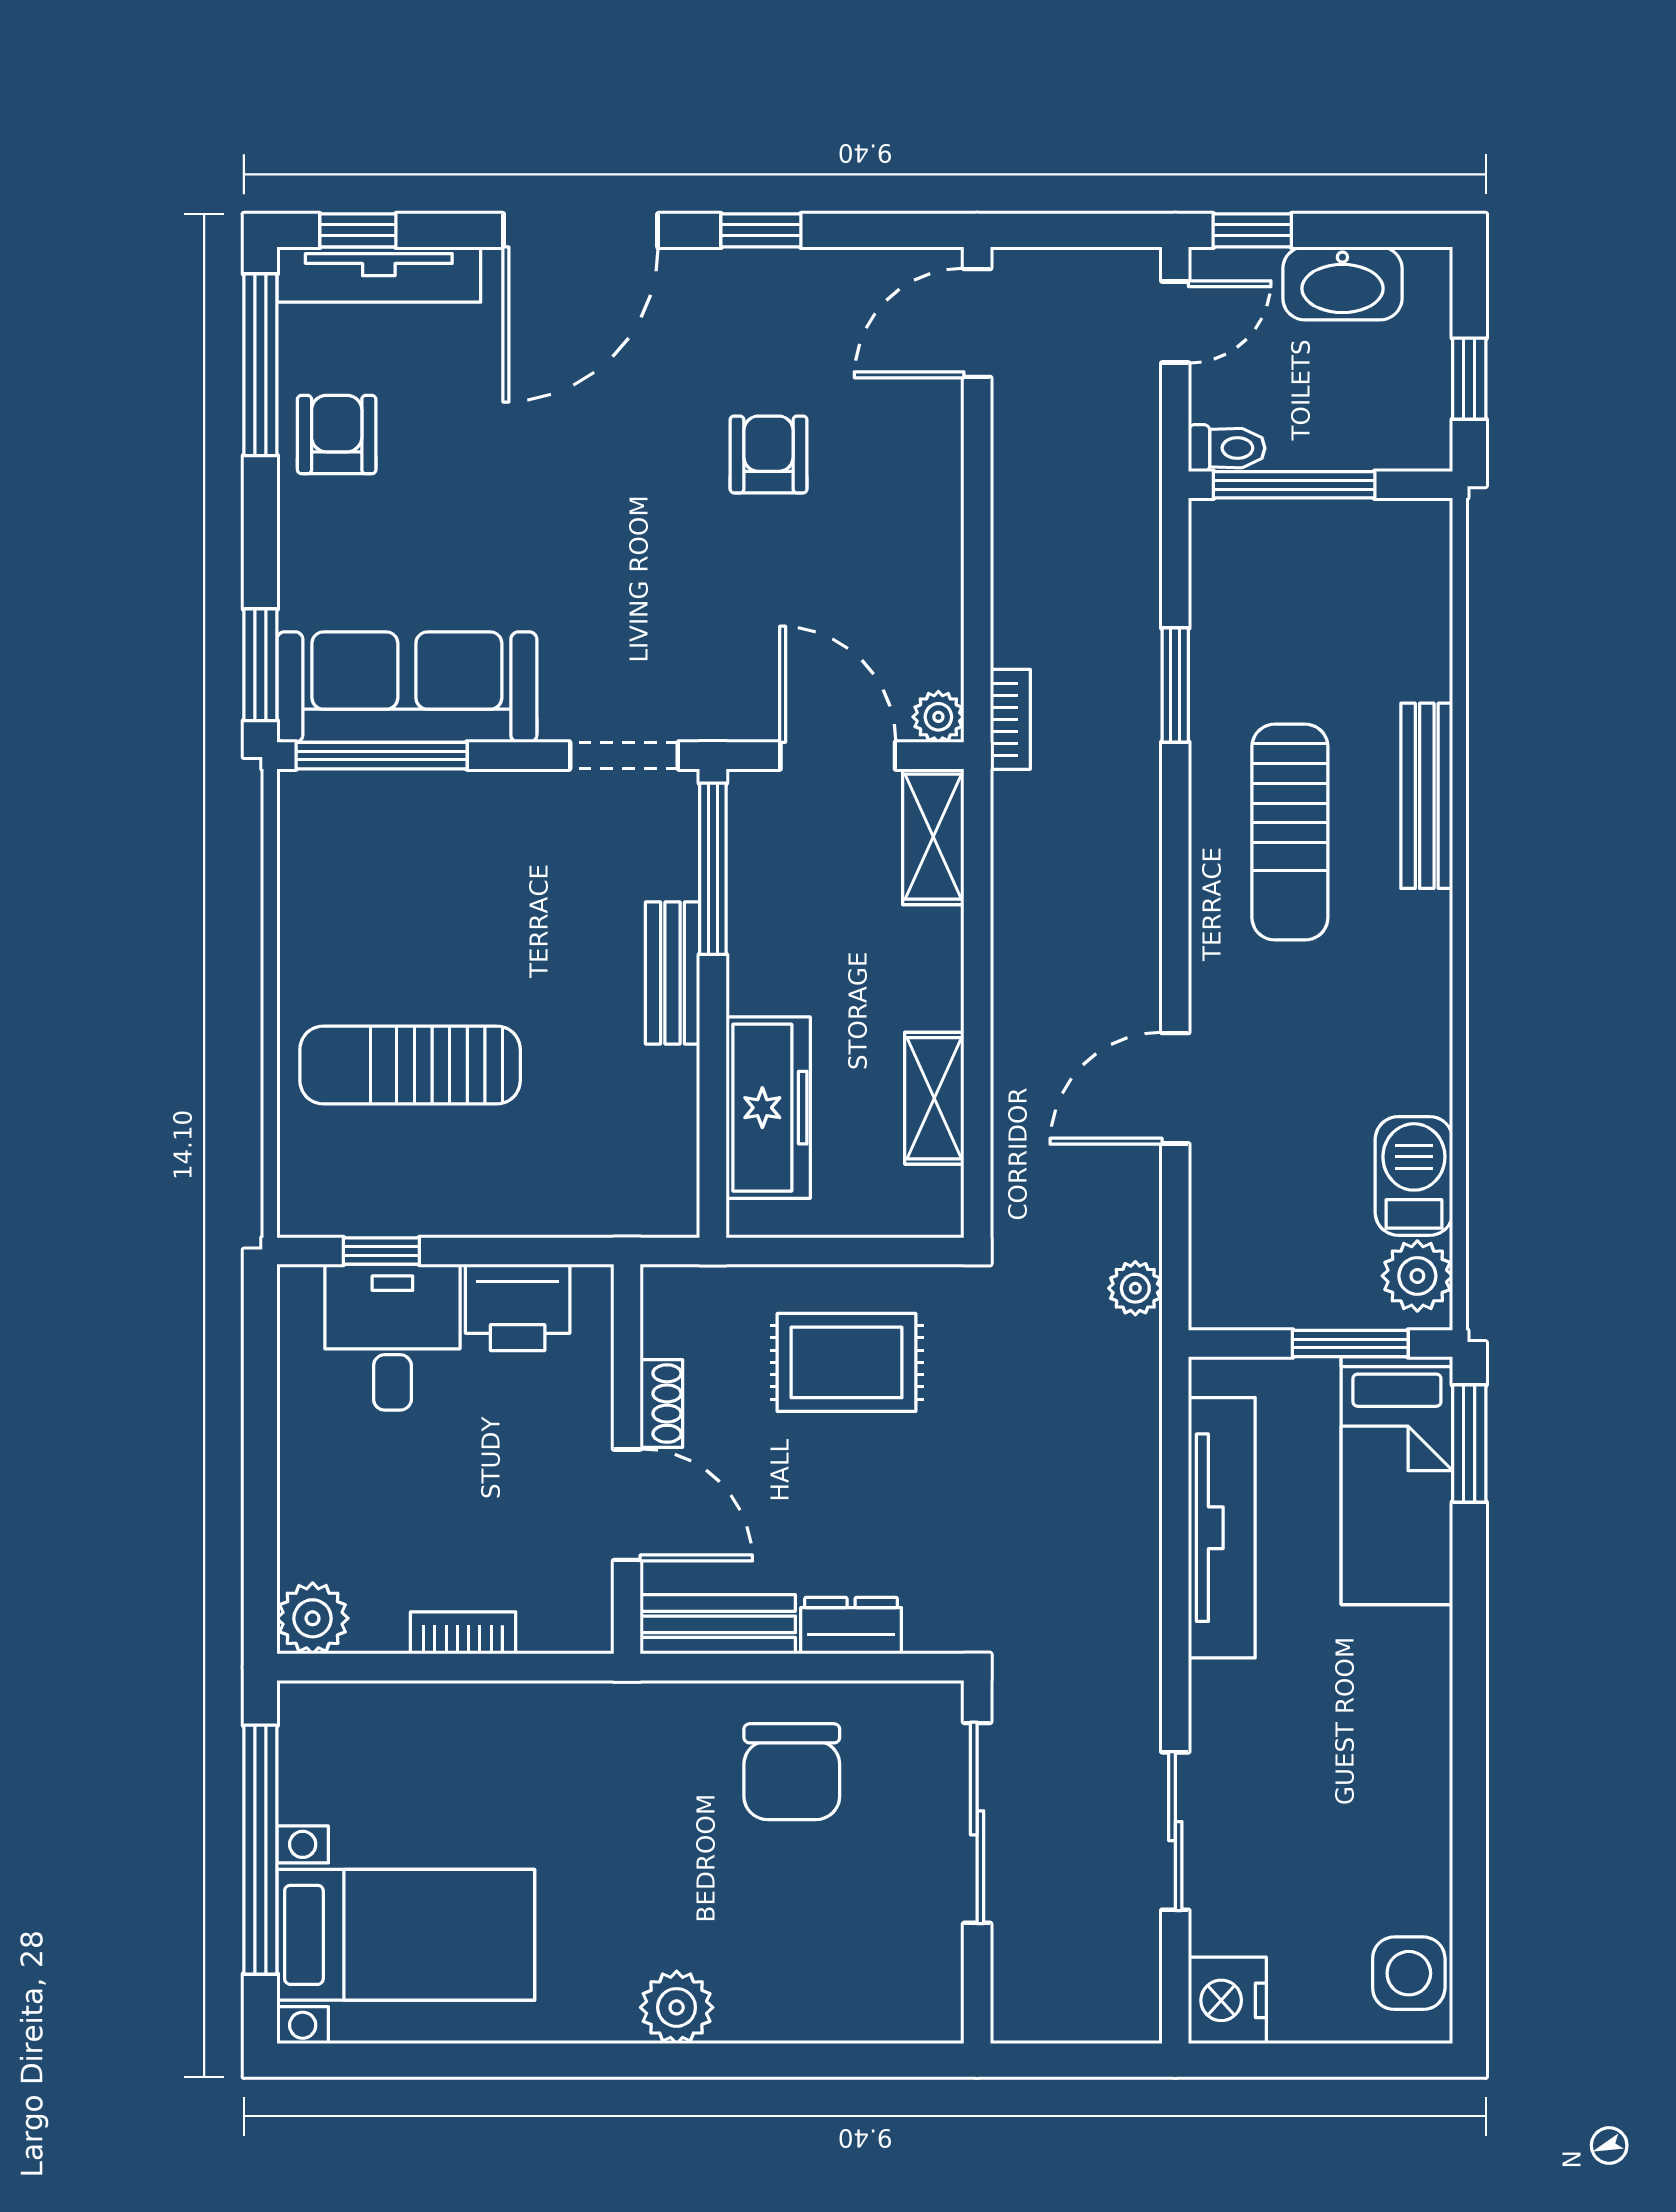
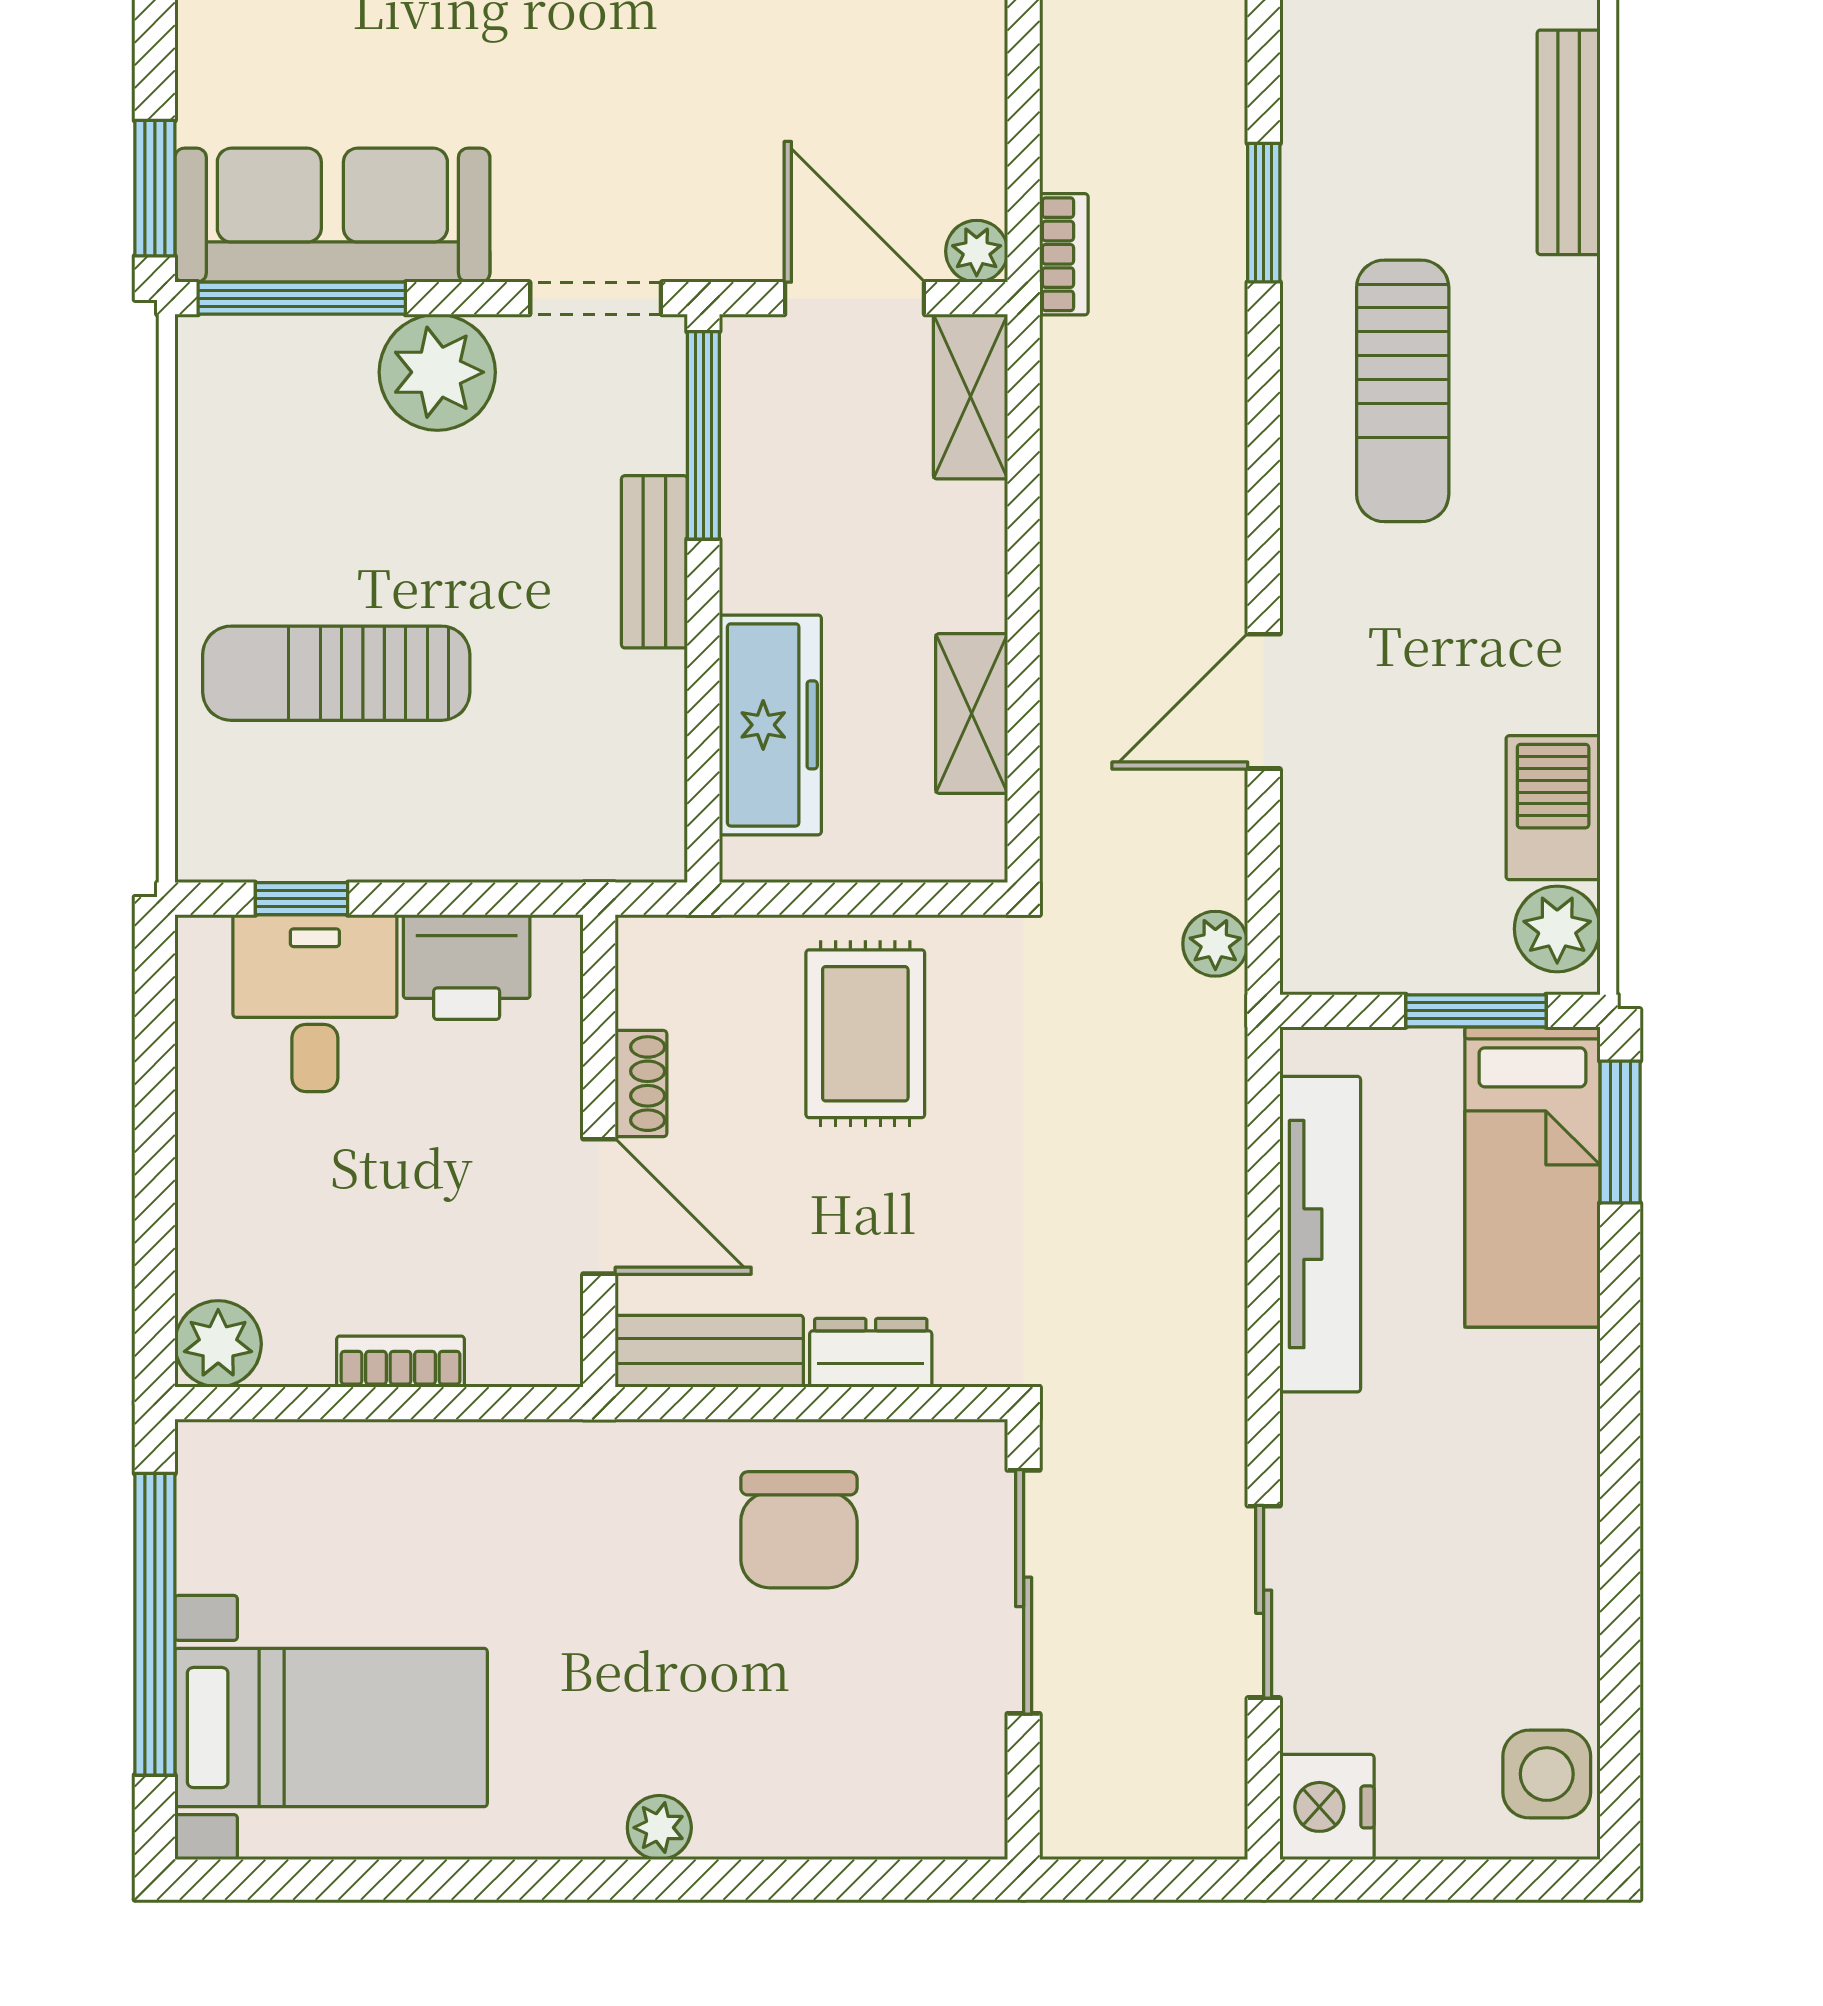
bench: (1427, 796) -> (1569, 142), moved
plant: (493, 817) -> (437, 372), added
rug: (847, 1362) -> (865, 1034), turned 90
plant: (677, 2007) -> (659, 1828), width x0.73, depth x0.73

